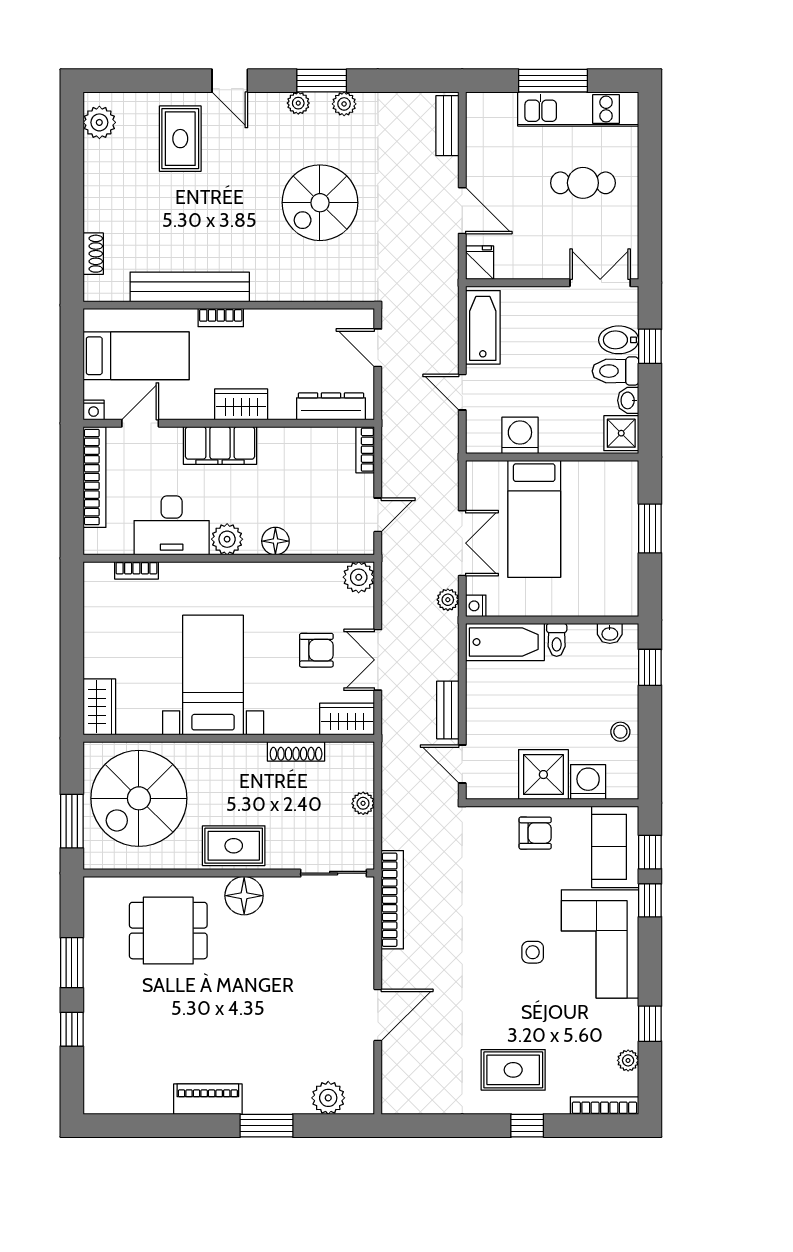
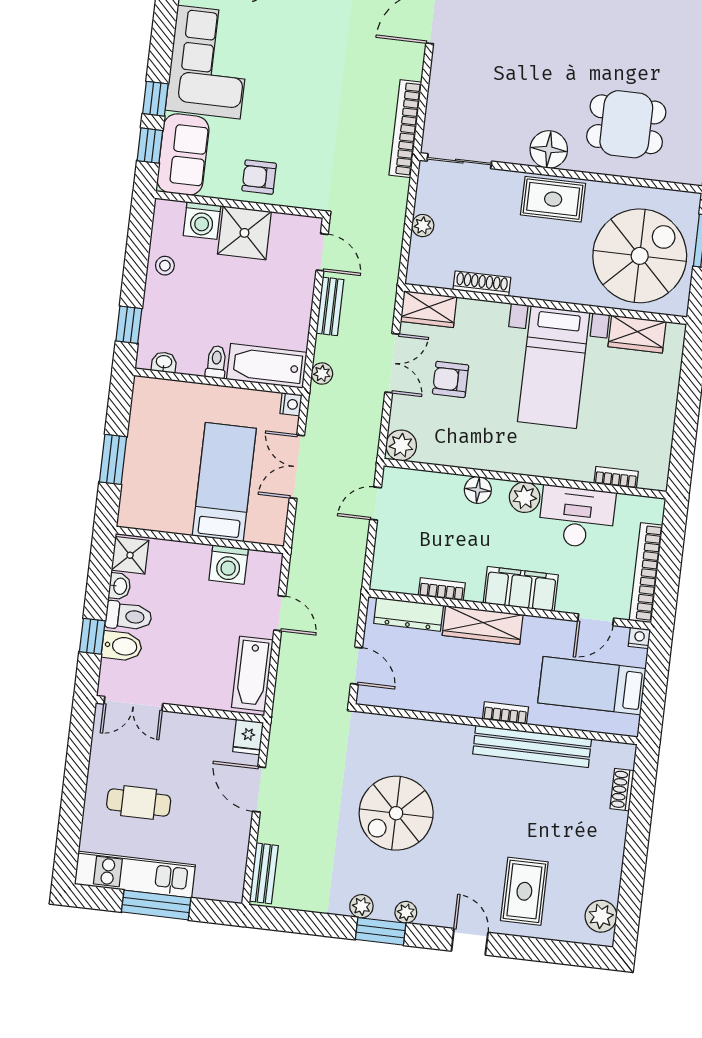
spiral stairs: (320, 203) -> (396, 813), turned 180
wardrobe: (241, 404) -> (483, 625), width x1.50
bookcase: (365, 450) -> (442, 589), moved, turned -90
plant: (448, 600) -> (322, 374), moved
wardrobe: (99, 707) -> (637, 334), moved, turned -90
side table: (533, 952) -> (275, 62), removed

